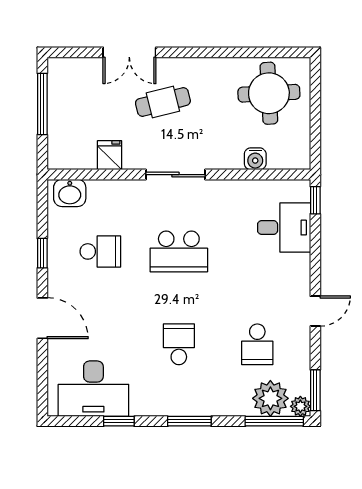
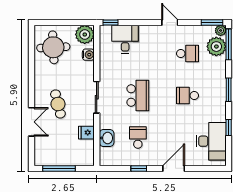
plant: (293, 152) -> (85, 35), added
washbasin: (70, 193) -> (107, 138), moved

